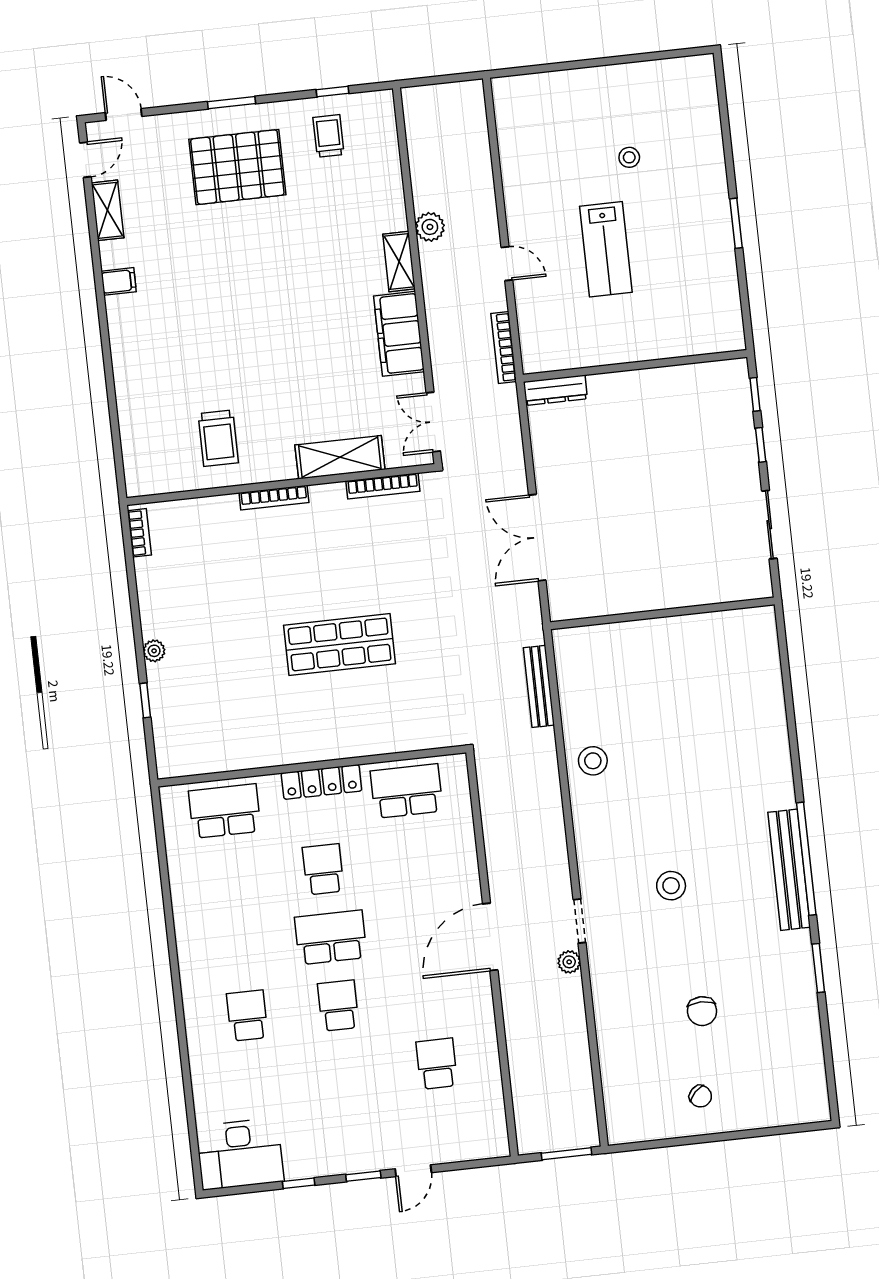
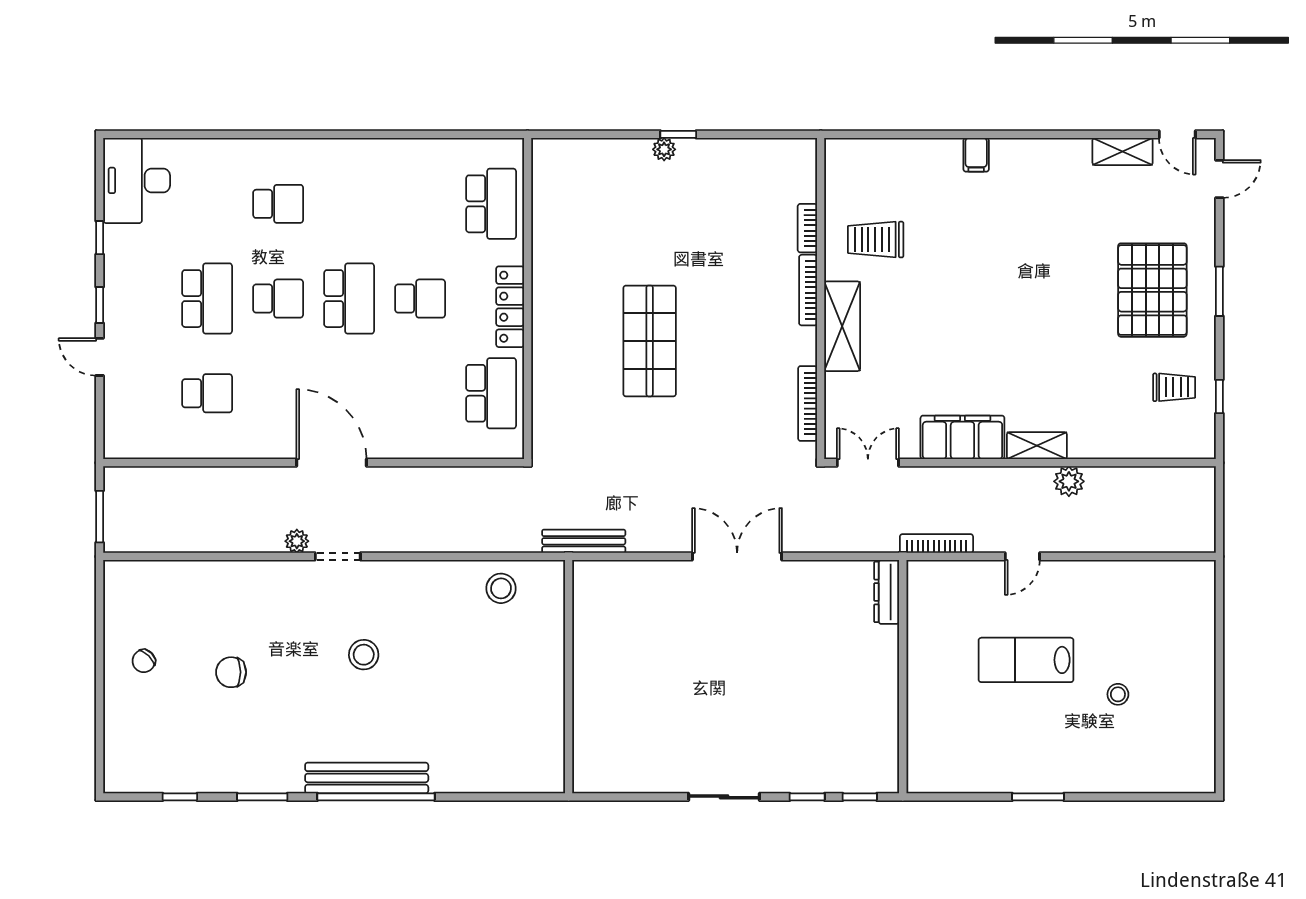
filing cabinet: (119, 281) -> (976, 155), moved
shelving: (340, 457) -> (842, 326), moved
bookcase: (139, 533) -> (807, 228), moved, turned 90
wall: (662, 613) -> (569, 677), moved
window: (145, 700) -> (678, 134), moved
window: (827, 1047) -> (180, 797), added
school desk: (346, 1074) -> (207, 299), added

